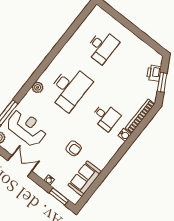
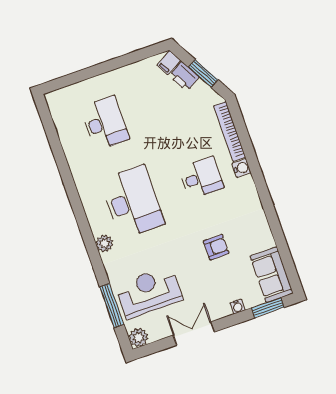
filing cabinet: (156, 60) -> (169, 63), added
sofa: (85, 179) -> (272, 275), moved

